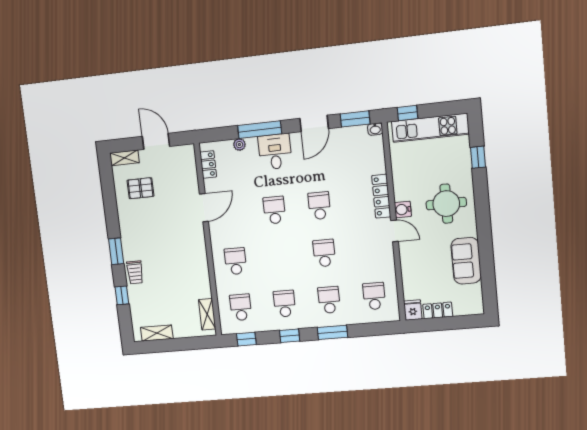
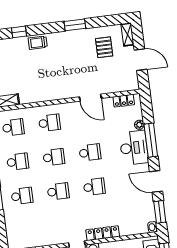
door: (156, 141) -> (141, 60), hinge flipped
desk: (275, 152) -> (134, 148), width x1.37
window: (116, 251) -> (75, 25), moved
school desk: (374, 296) -> (54, 157), moved

